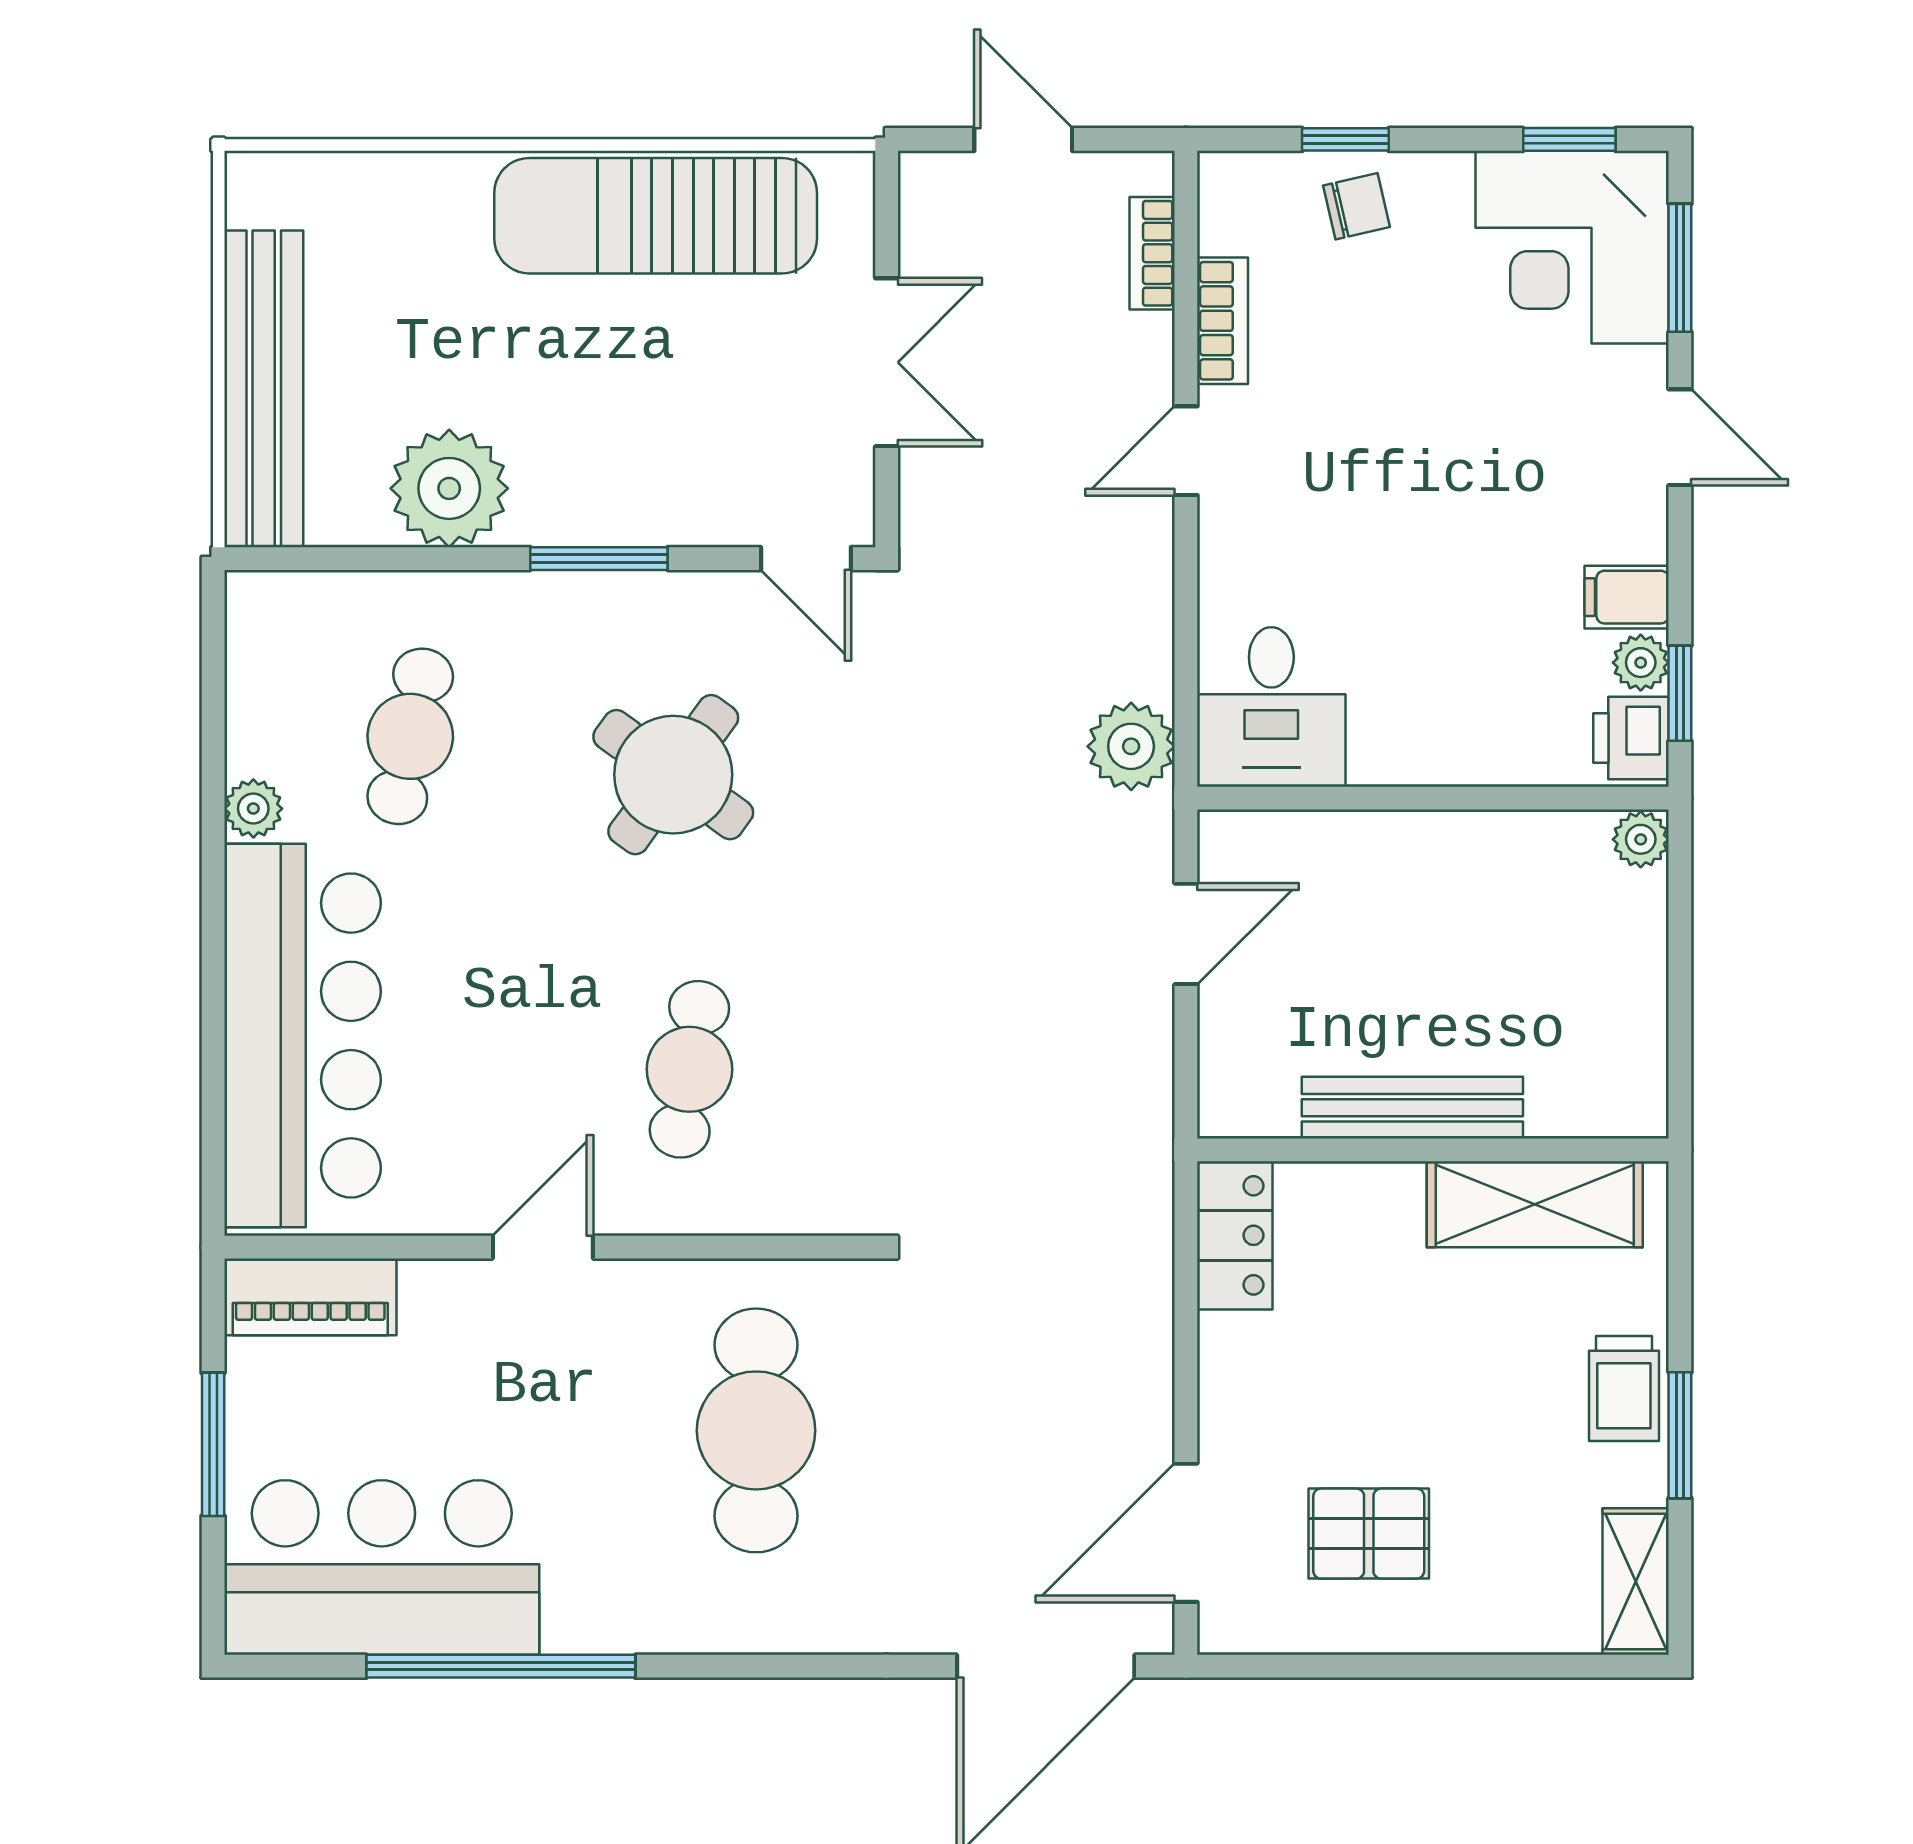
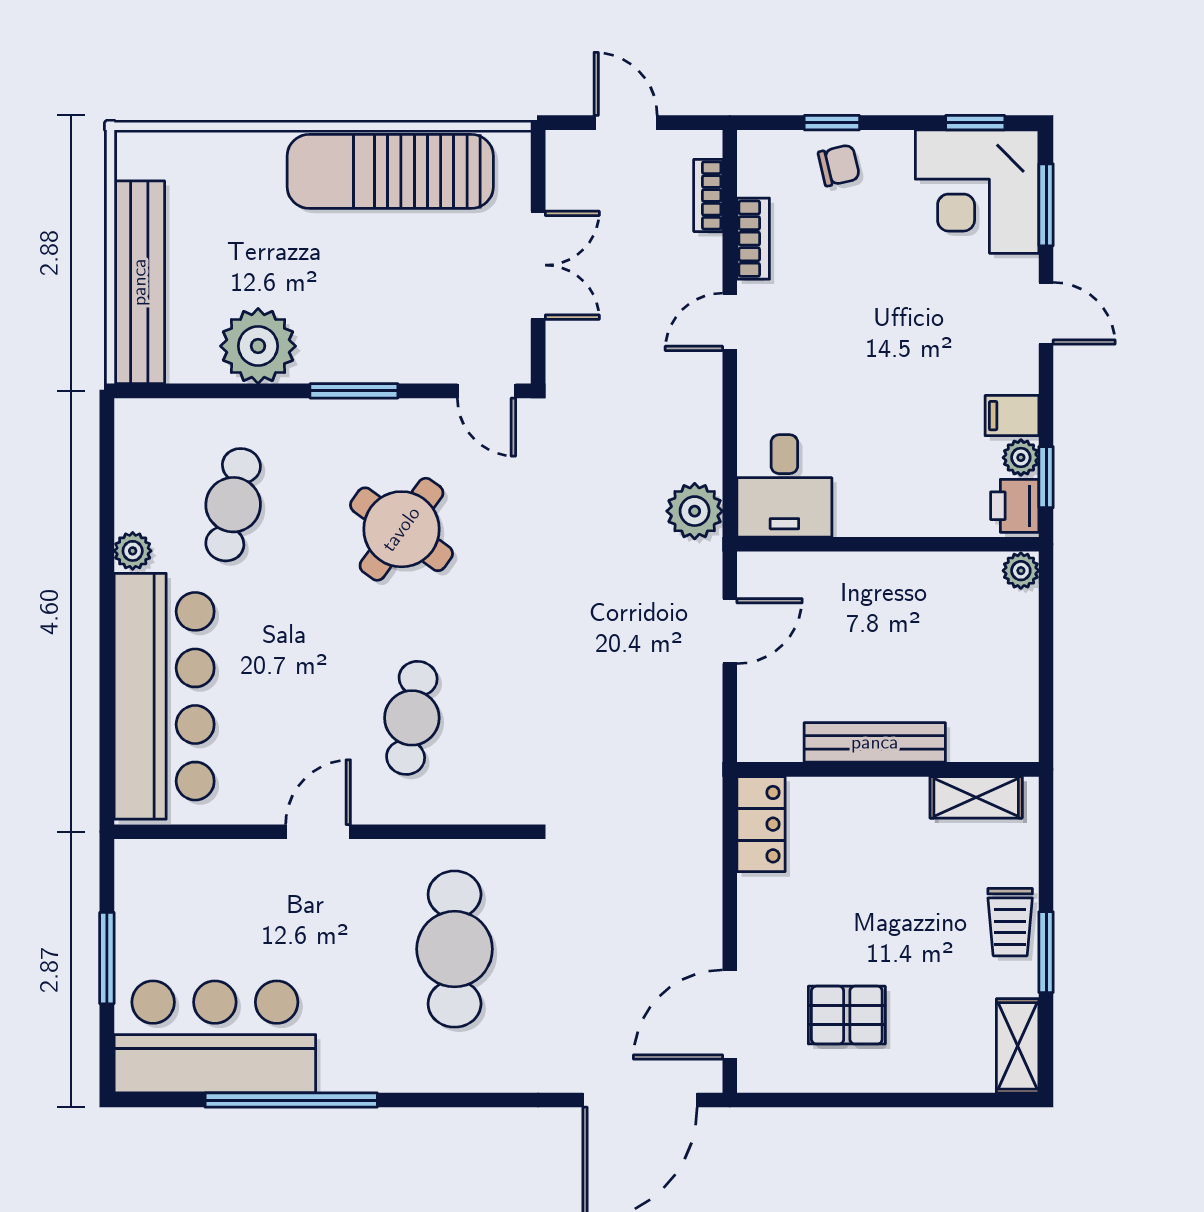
shelving: (1535, 1204) -> (976, 797), width x0.67, depth x0.75
piano: (310, 1297) -> (169, 864), removed

